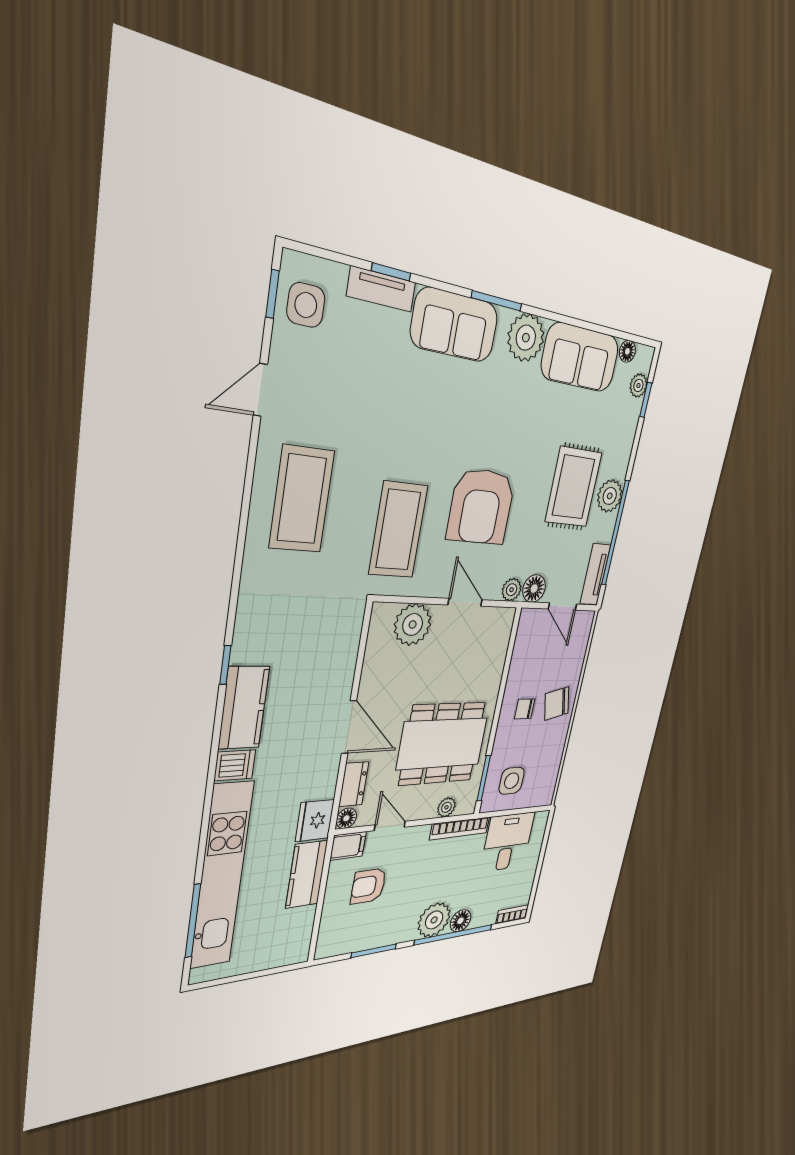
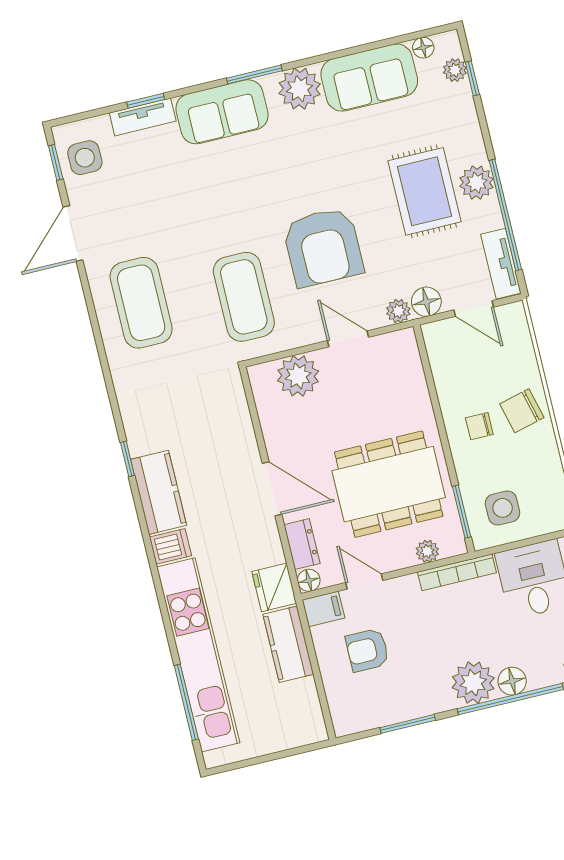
door: (260, 390) -> (73, 233), width x1.38

